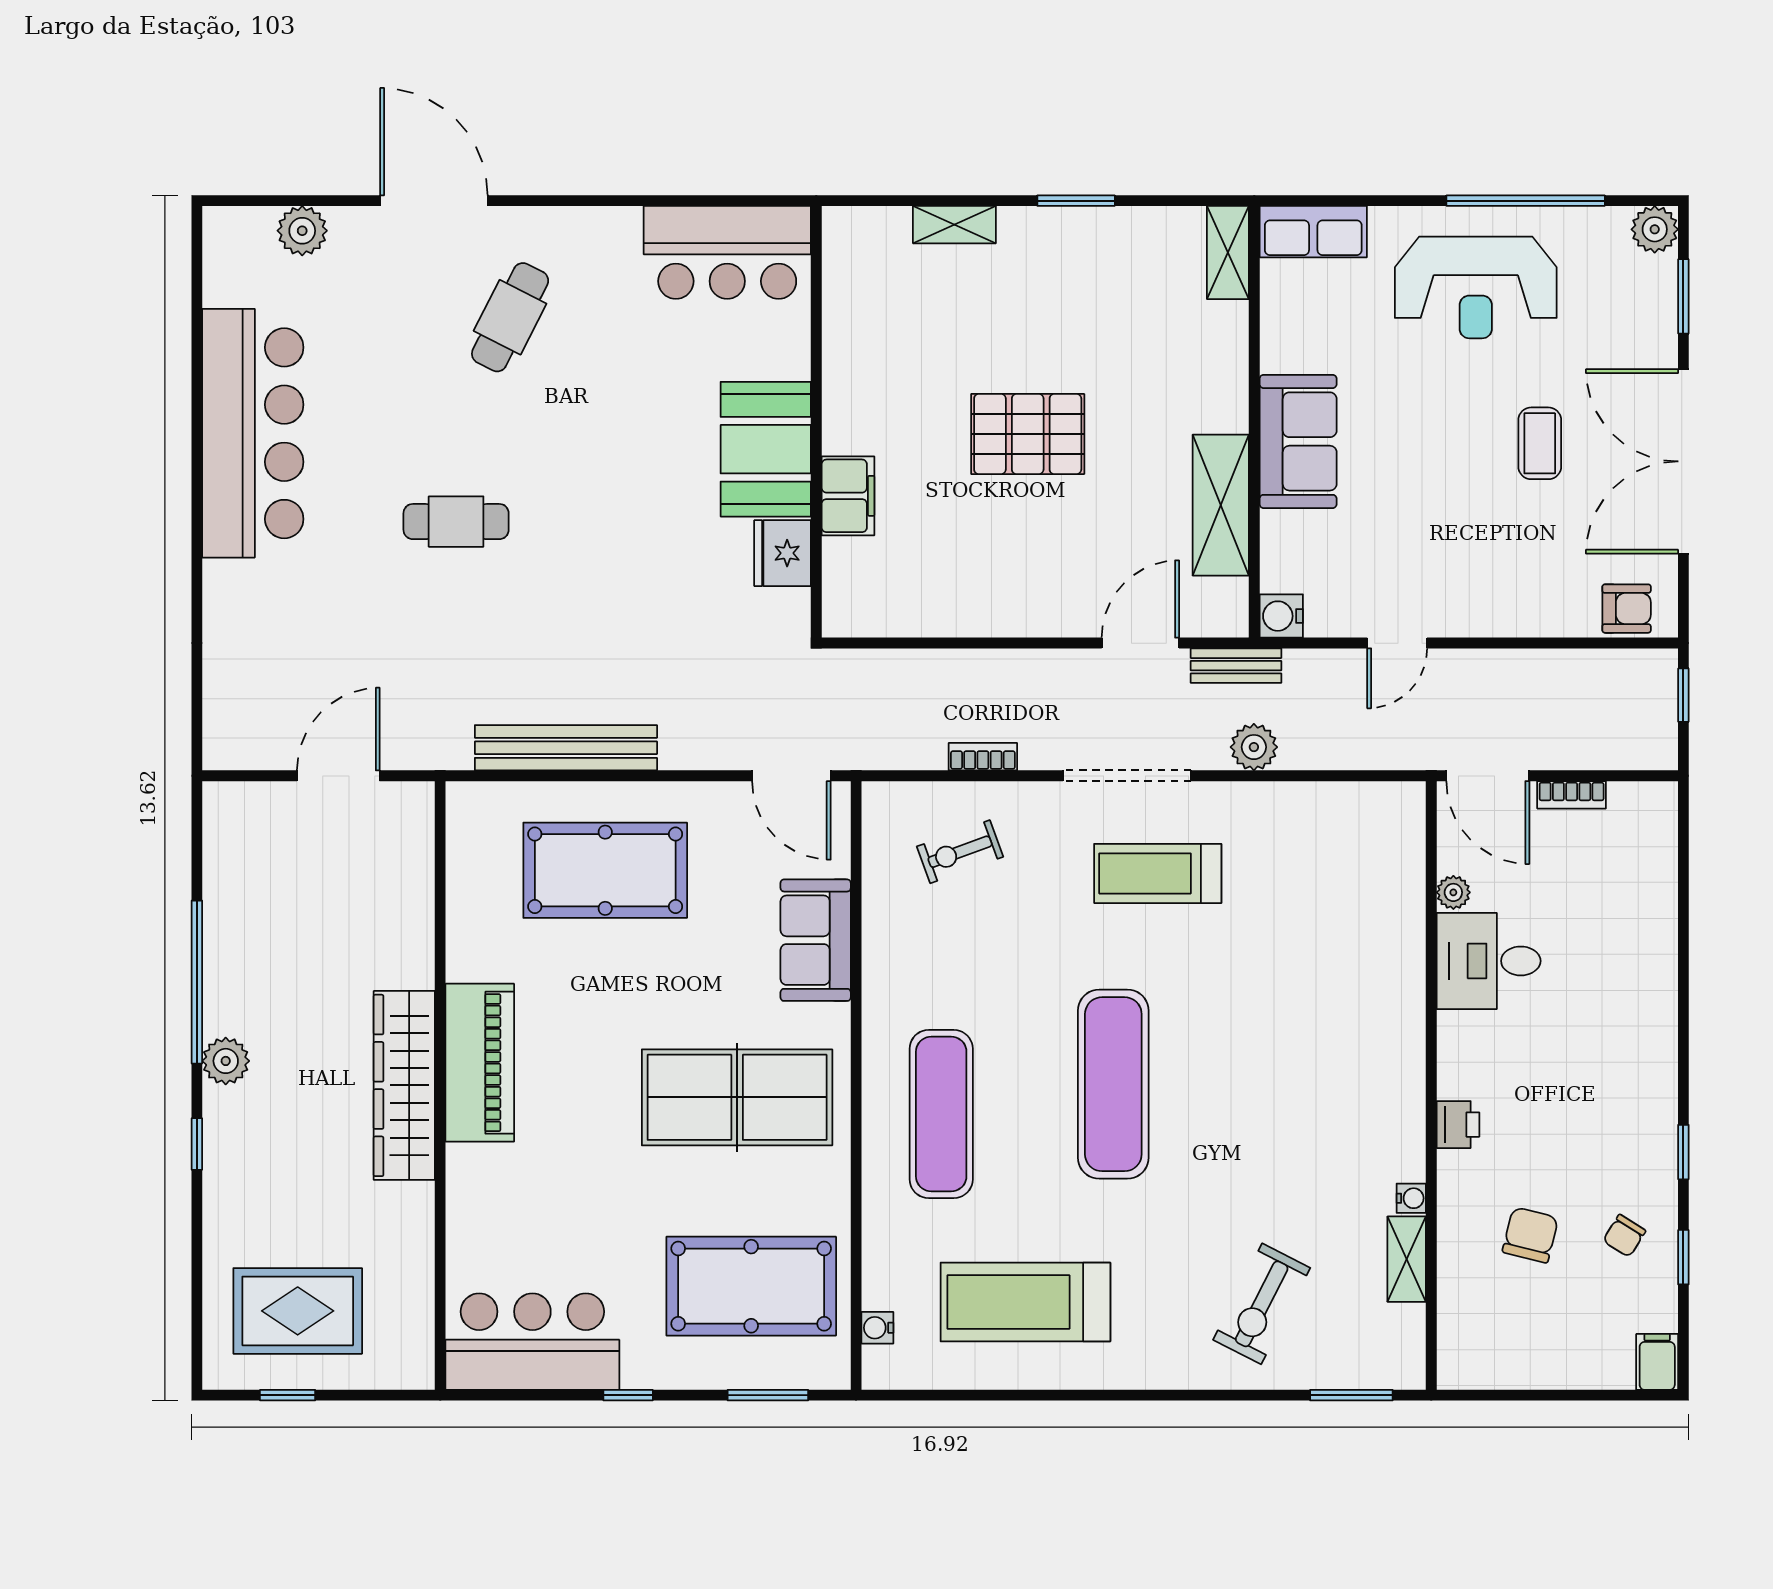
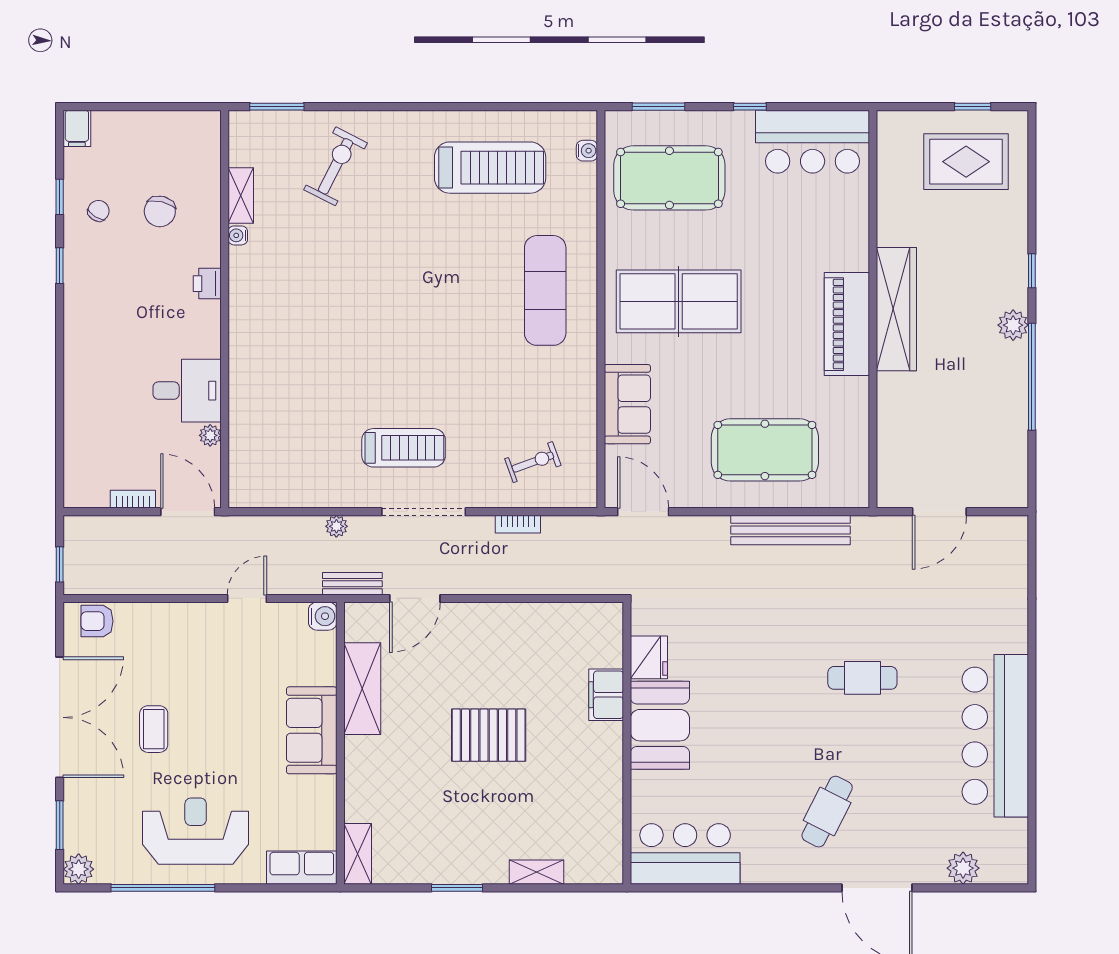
plant: (1254, 747) -> (336, 526), width x0.73, depth x0.73
exercise mat: (1113, 1084) -> (433, 310), removed

